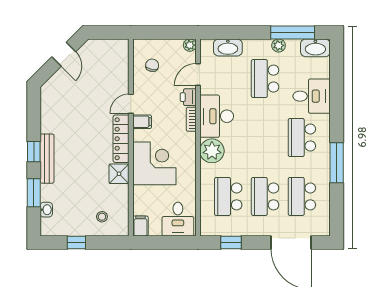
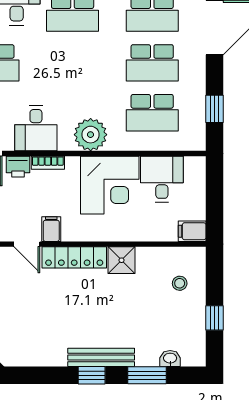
desk: (217, 116) -> (36, 128), width x0.73
corner desk: (154, 163) -> (110, 185), moved, turned 180
desk: (178, 219) -> (162, 179), moved, turned -90

